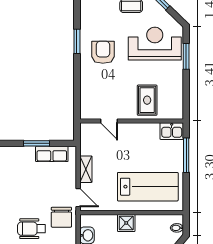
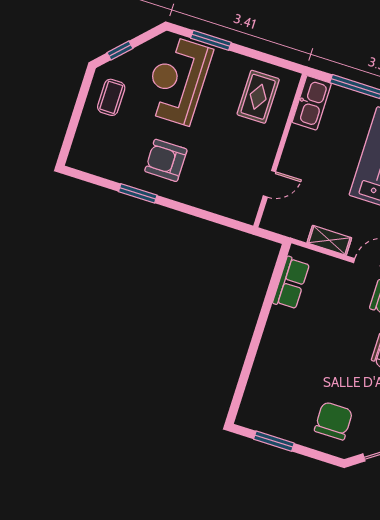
rug: (147, 100) -> (258, 97), moved, turned 90
kitchen sink: (172, 131) -> (312, 103), width x1.38
window: (37, 143) -> (269, 301), removed

